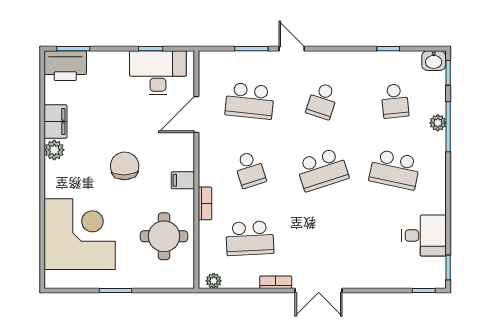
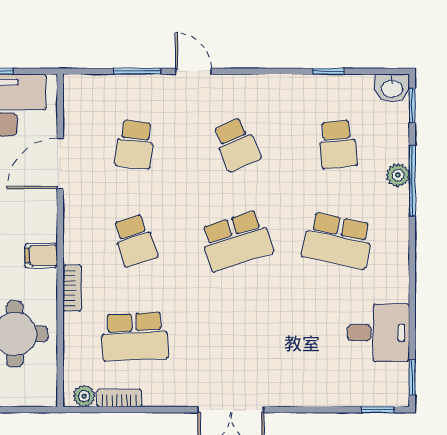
school desk: (250, 101) -> (135, 144), width x0.54
school desk: (322, 101) -> (236, 144), turned -42
bookcase: (276, 282) -> (119, 398), moved

